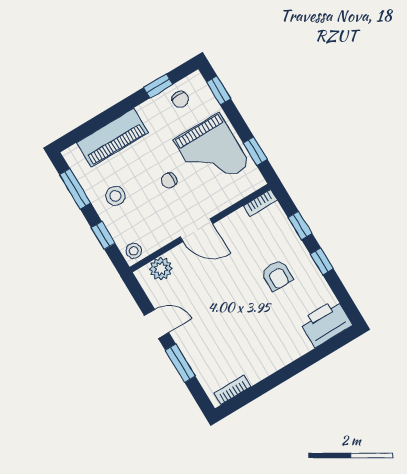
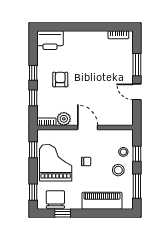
chair: (180, 99) -> (55, 199), width x1.87, depth x1.87
stool: (134, 251) -> (123, 152), moved
plant: (161, 269) -> (64, 119), moved

